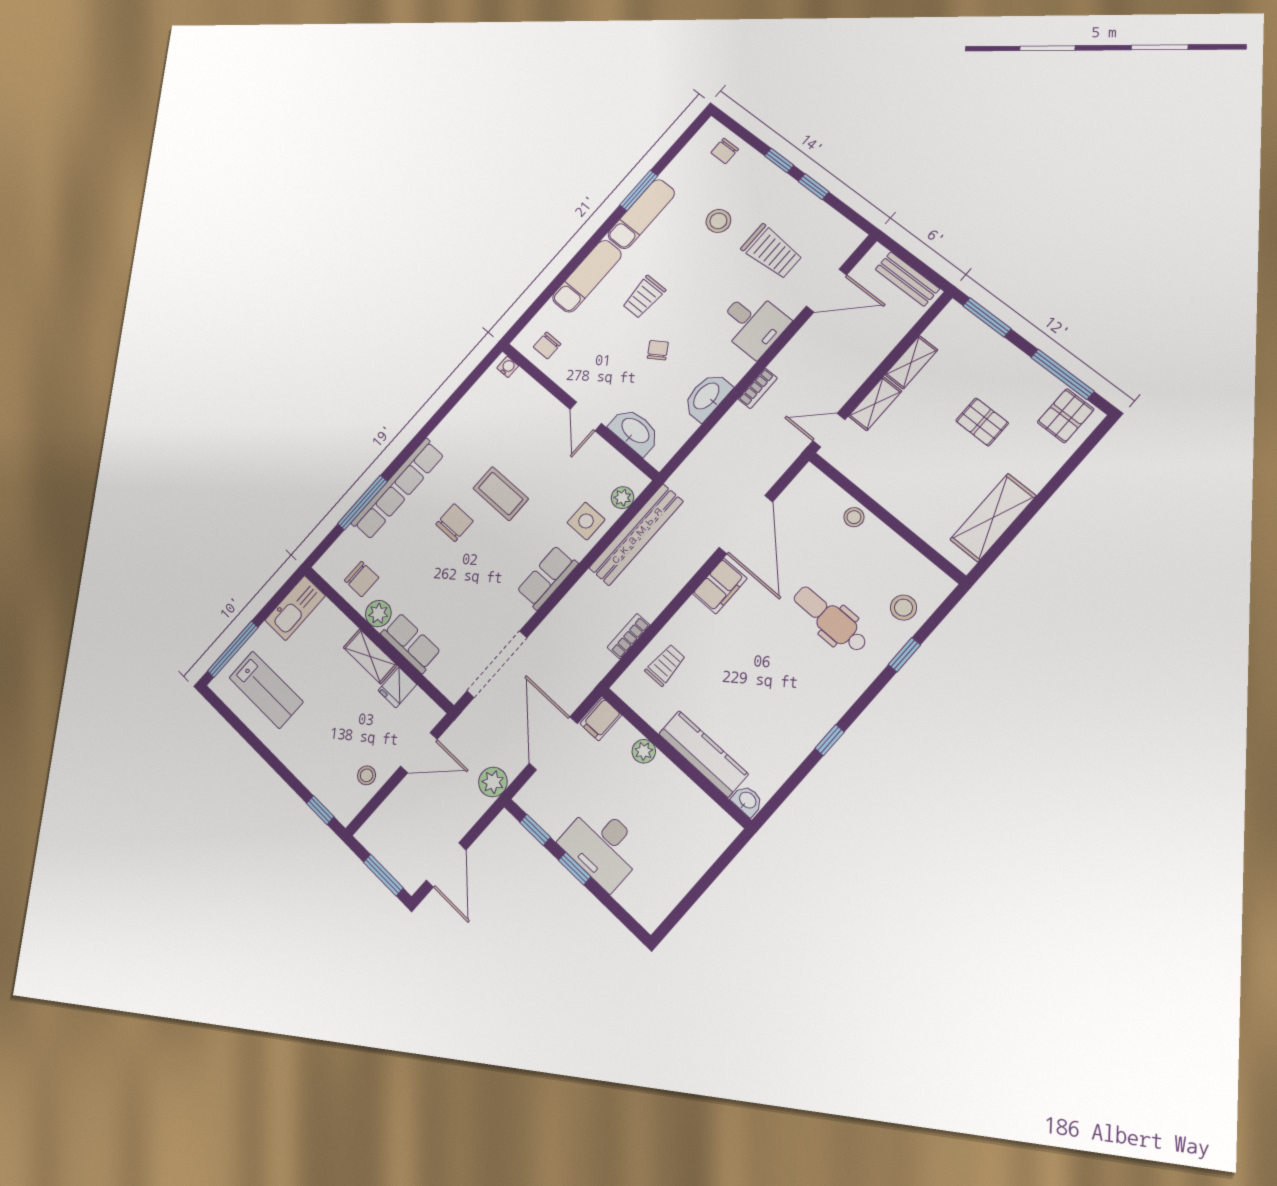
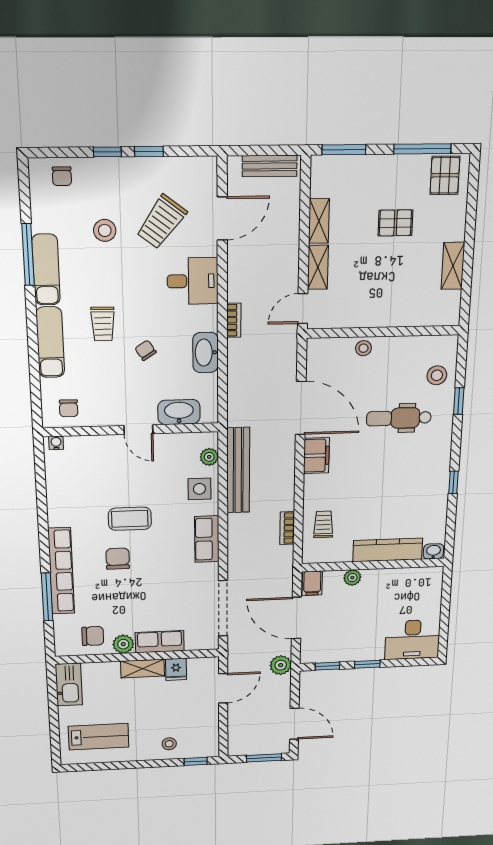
window: (639, 190) -> (28, 255), width x1.44
trolley: (772, 252) -> (161, 222), turned 127
shelving: (993, 518) -> (453, 266), width x0.67, depth x0.75
window: (233, 649) -> (55, 736), removed
stool: (367, 775) -> (169, 744), moved
desk: (602, 846) -> (412, 640), moved

